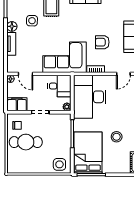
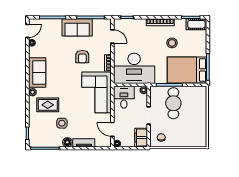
door: (25, 74) -> (112, 129), swing flipped
cafe table: (26, 142) -> (173, 103), moved
side table: (59, 164) -> (198, 97), removed

